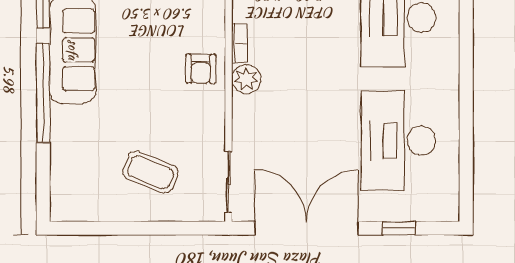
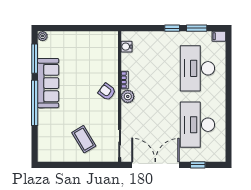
armchair: (201, 69) -> (107, 92), turned 127
coffee table: (150, 172) -> (84, 139), turned 37

